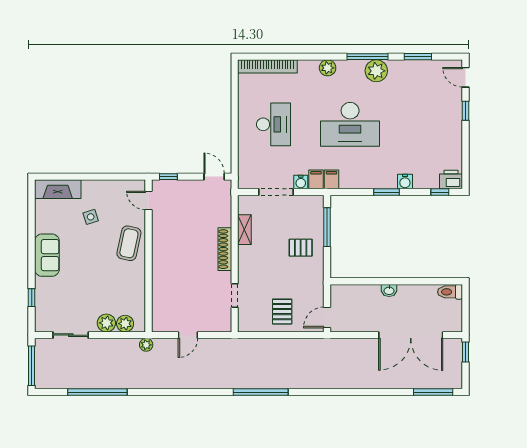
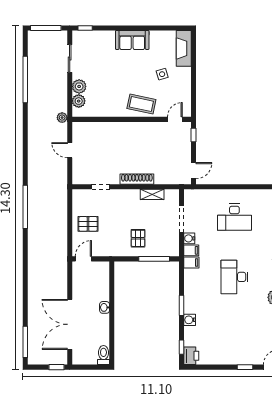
desk: (350, 124) -> (234, 277), width x0.73, depth x0.77
window: (32, 298) -> (85, 28), moved
door: (327, 317) -> (83, 259), hinge flipped

